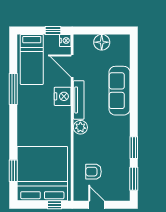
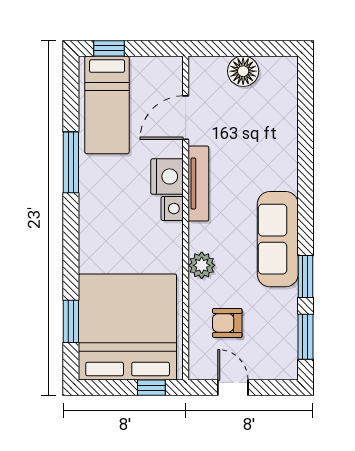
window: (53, 30) -> (109, 48), moved
nightstand: (65, 41) -> (172, 209), moved
door: (72, 66) -> (186, 118), hinge flipped
sofa: (119, 91) -> (278, 239), moved
plant: (80, 127) -> (202, 265), moved

